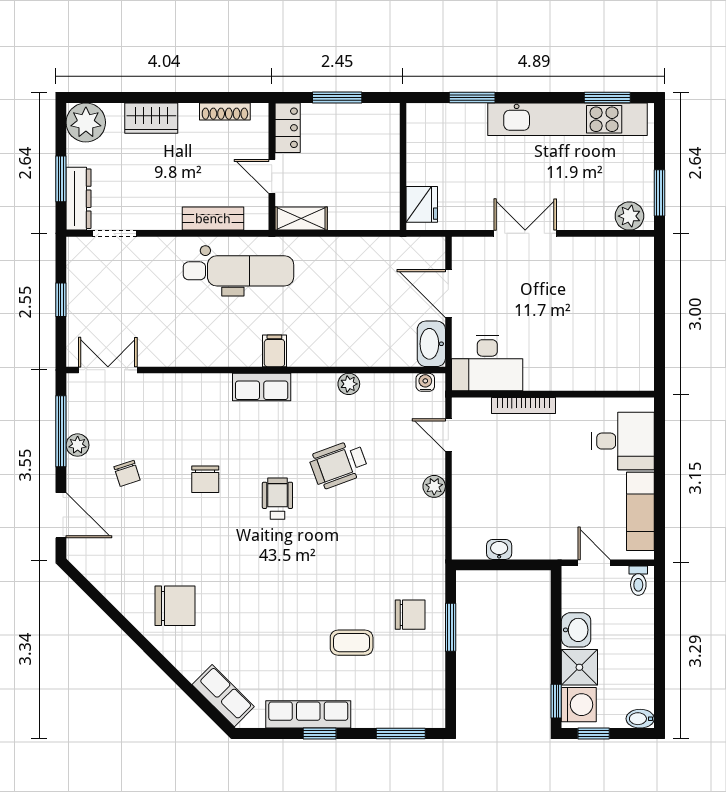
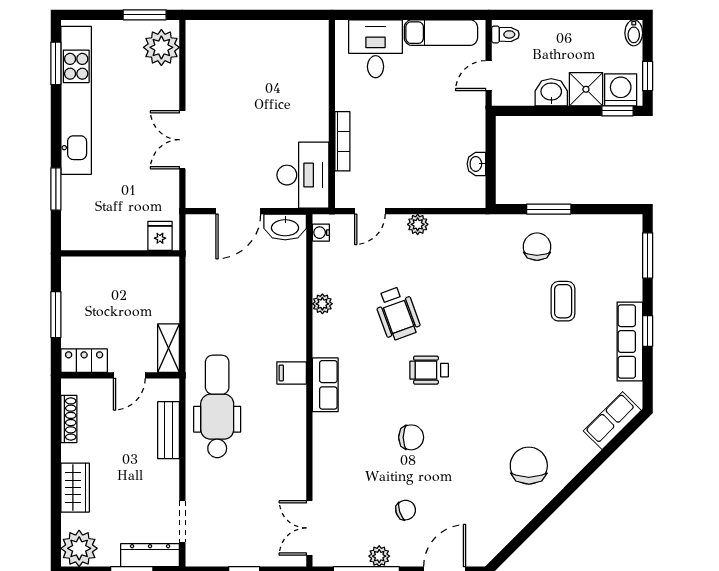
fridge: (422, 204) -> (160, 236), width x0.72
plant: (629, 216) -> (161, 47), width x1.36, depth x1.36

